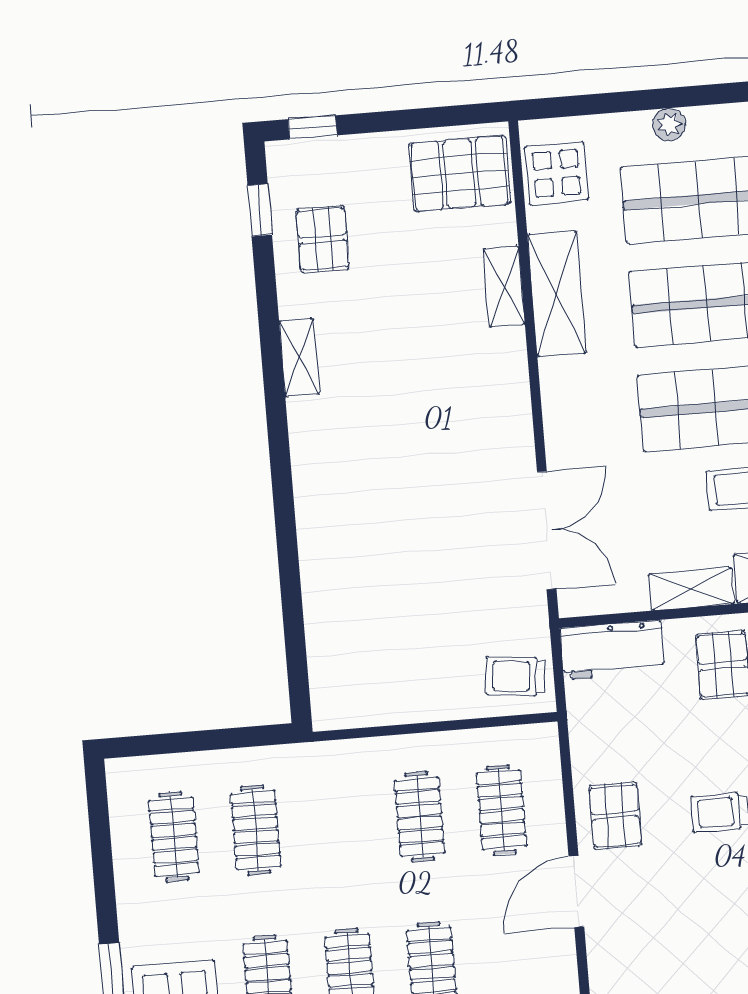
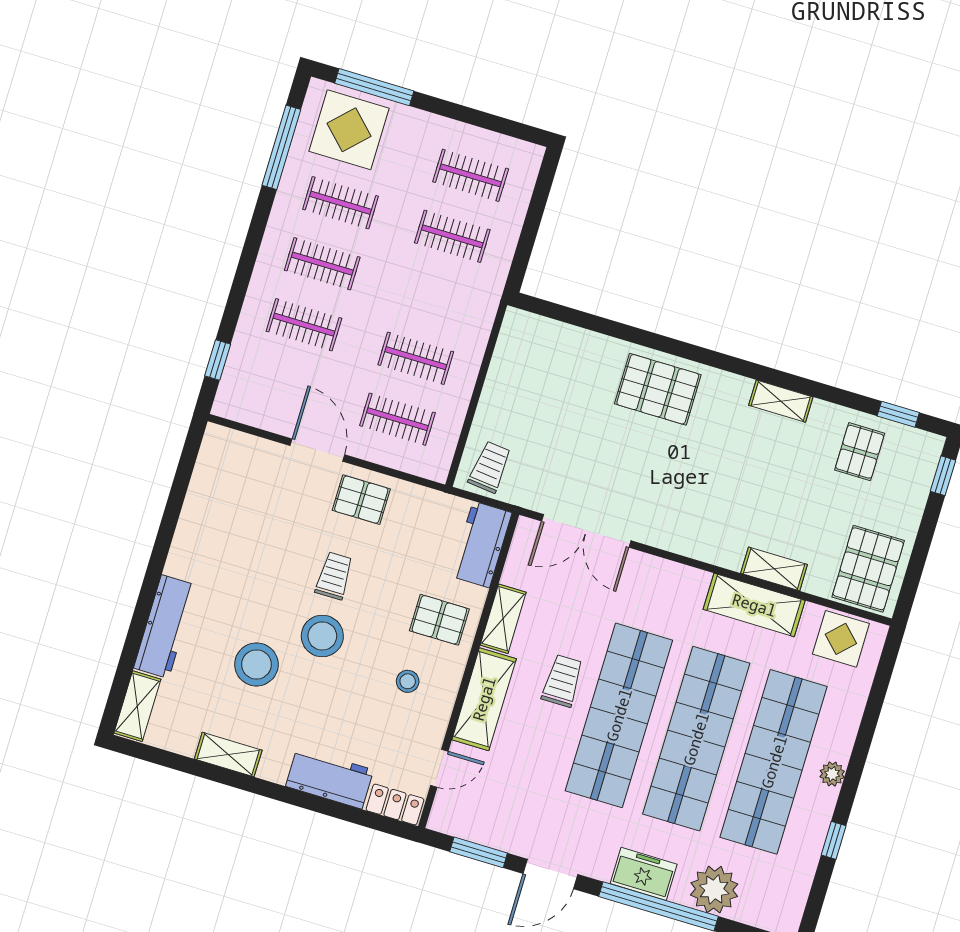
plant: (669, 125) -> (832, 774), moved
pallet: (323, 239) -> (860, 452), turned 90
pallet: (343, 511) -> (658, 389), added

